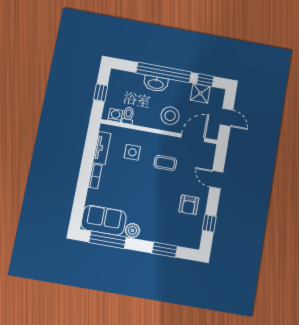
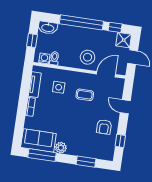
washbasin: (156, 84) -> (48, 28), moved
shower: (200, 93) -> (124, 40), moved

